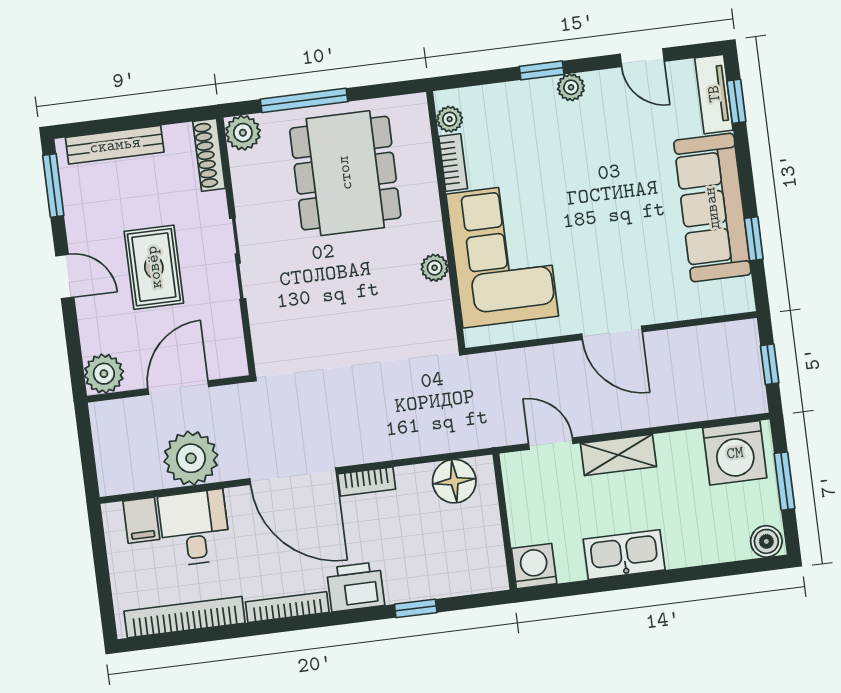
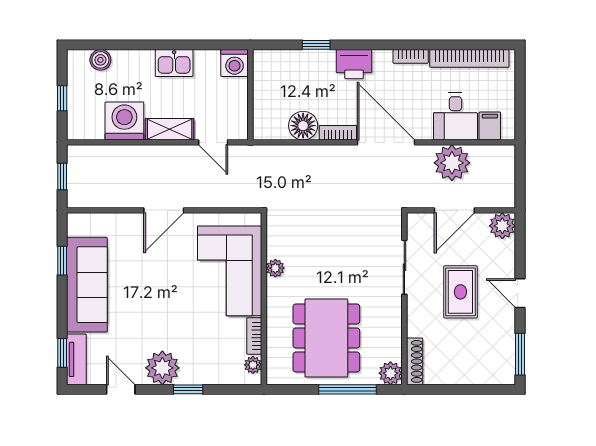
plant: (571, 87) -> (162, 368), width x1.88, depth x1.88
bench: (115, 145) -> (476, 376), removed
sliding door: (238, 259) -> (404, 267), moved
door: (612, 333) -> (164, 210), swing flipped
washing machine: (735, 453) -> (124, 121), moved
floor lamp: (454, 481) -> (303, 126), moved
window: (784, 481) -> (62, 98), width x0.67
boiler: (766, 541) -> (100, 60), moved
kitchen sink: (624, 555) -> (174, 63), width x0.73
bookcase: (287, 607) -> (411, 56), width x0.64

